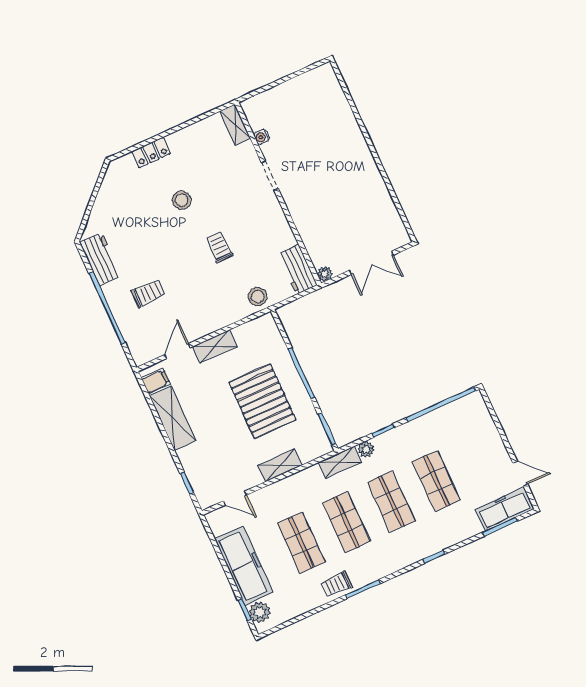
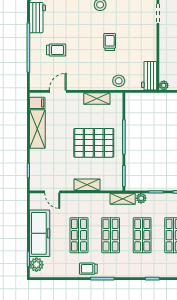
shelving: (215, 346) -> (97, 98), moved
pallet: (262, 401) -> (94, 143), turned 90

